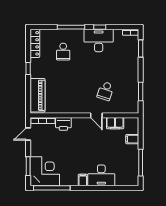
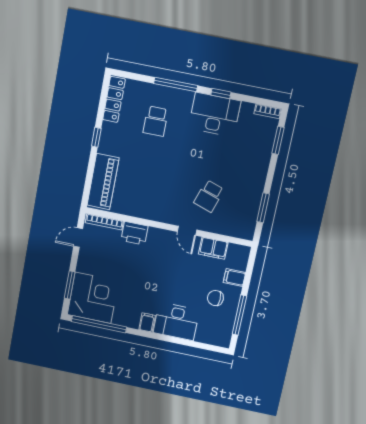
chair: (123, 155) -> (215, 298), added

